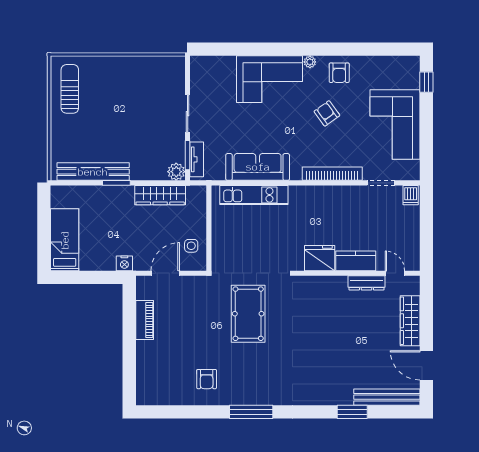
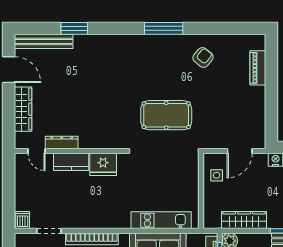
pool table: (248, 314) -> (166, 115), turned 90
piano: (145, 320) -> (258, 68), moved
armchair: (207, 379) -> (203, 57), turned 39

